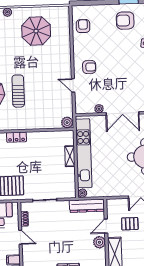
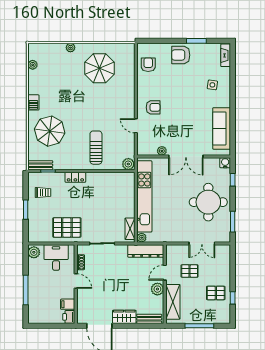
armchair: (125, 21) -> (181, 55), moved
sun lounger: (18, 91) -> (96, 148), moved
shelving: (70, 156) -> (130, 229), moved

